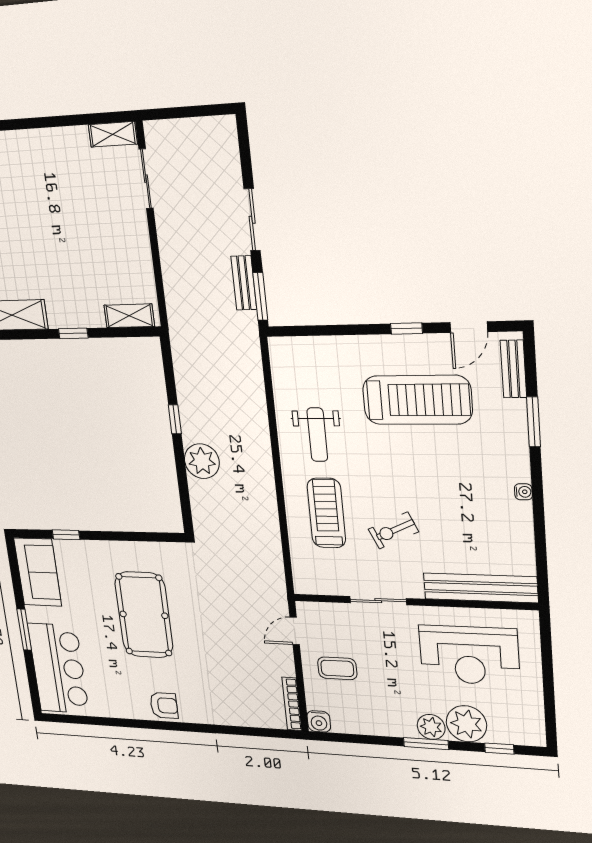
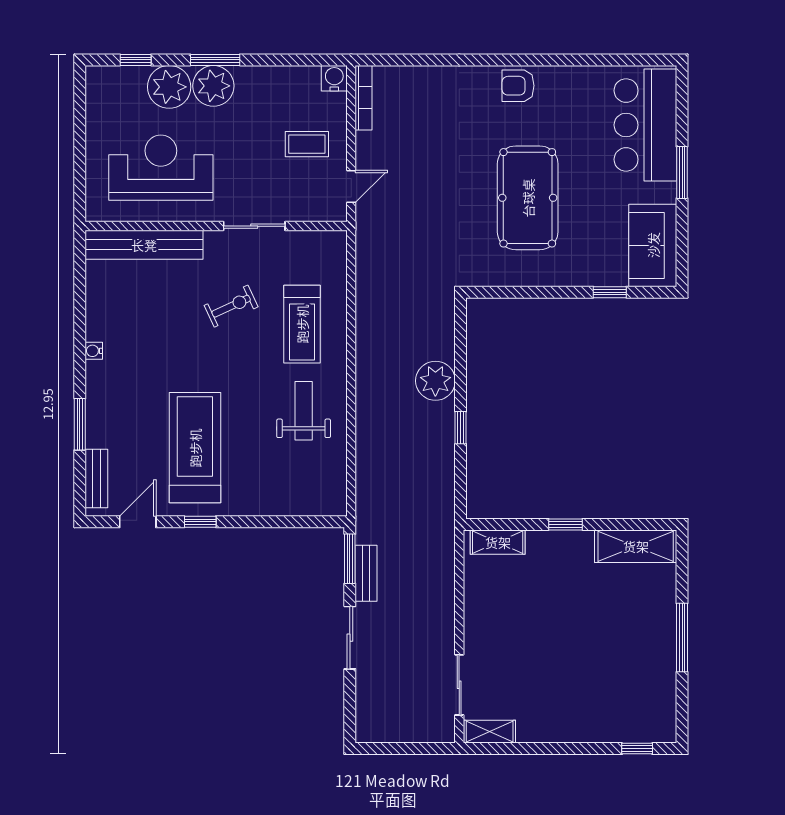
treadmill: (417, 400) -> (195, 448), turned 90
plant: (431, 727) -> (213, 86), width x1.36, depth x1.36

